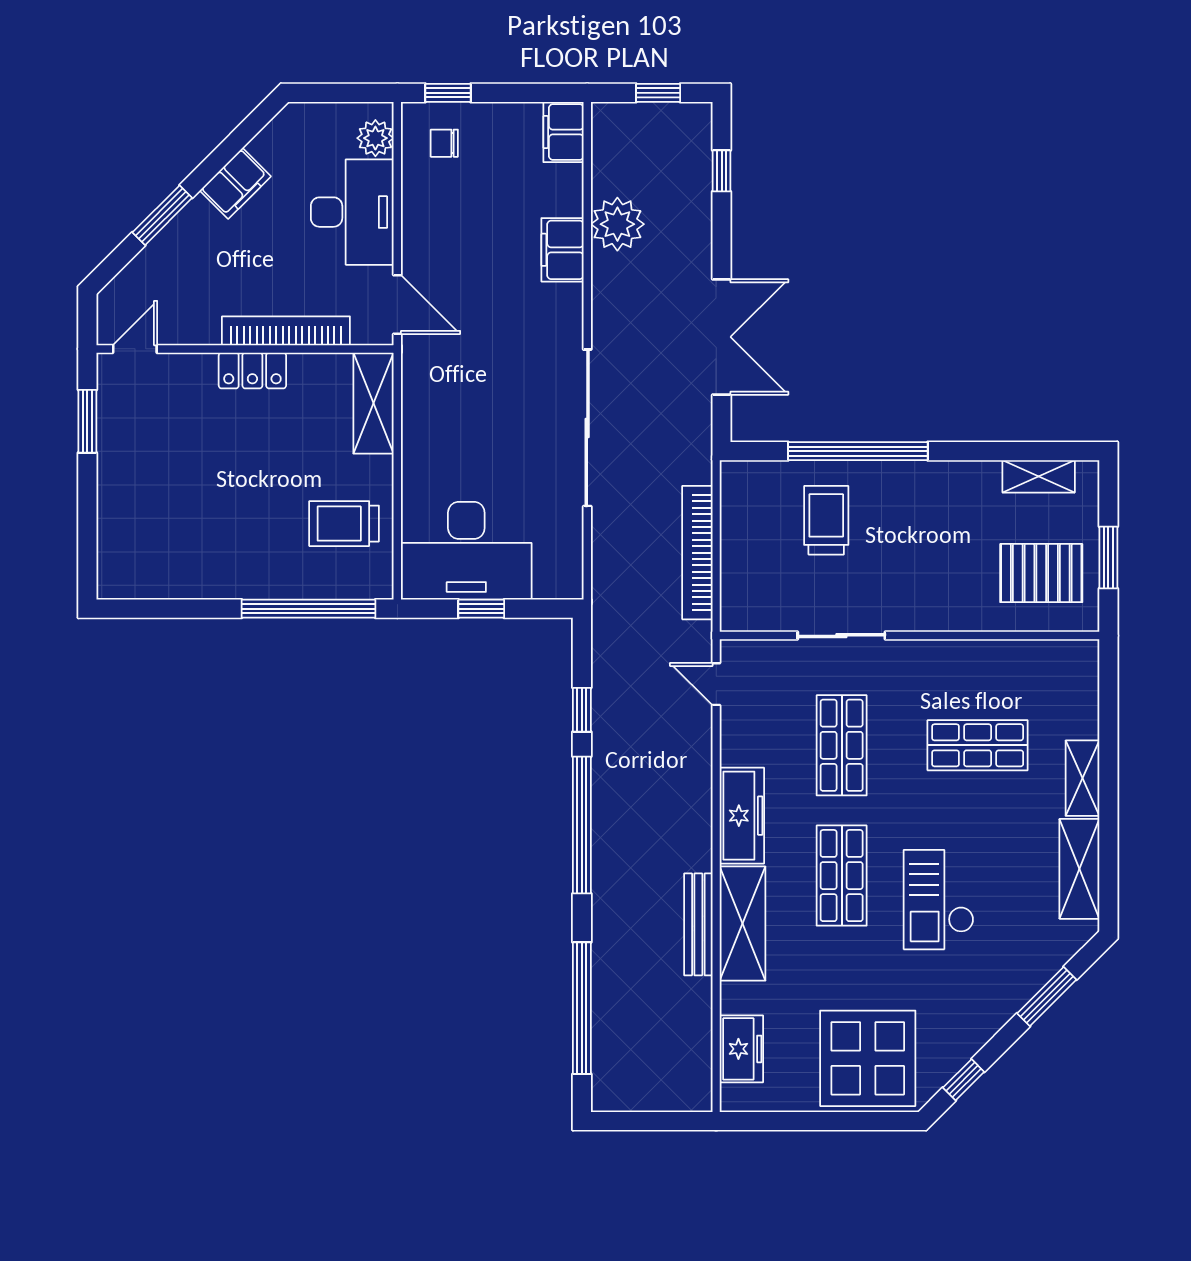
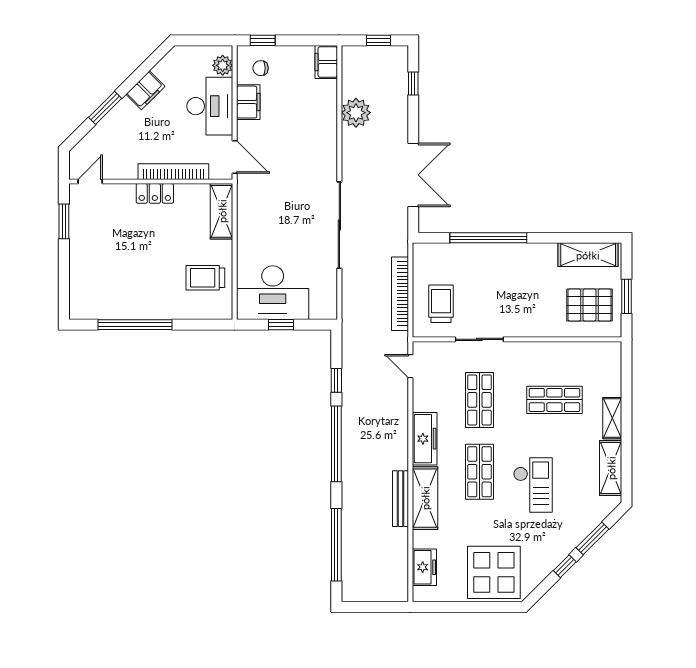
filing cabinet: (562, 250) -> (248, 102), moved, turned 180
shelving: (1039, 476) -> (588, 255), width x1.50, depth x1.33
trolley: (826, 520) -> (441, 304), moved
window: (308, 609) -> (135, 325), moved
checkout: (939, 900) -> (533, 485), turned 180
window: (964, 1080) -> (565, 566), moved

